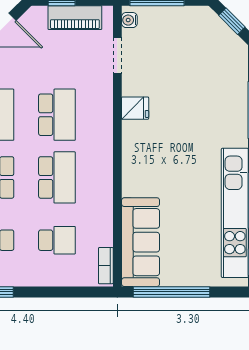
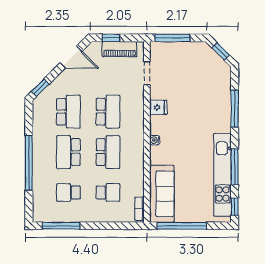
water cooler: (129, 20) -> (155, 140), moved

